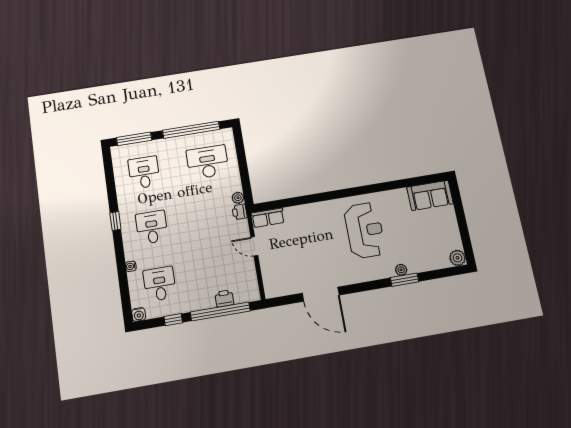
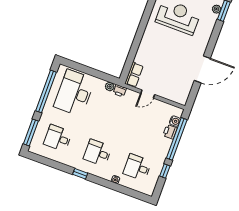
desk: (208, 162) -> (74, 93), width x1.36, depth x1.30
water cooler: (139, 314) -> (175, 121), moved

